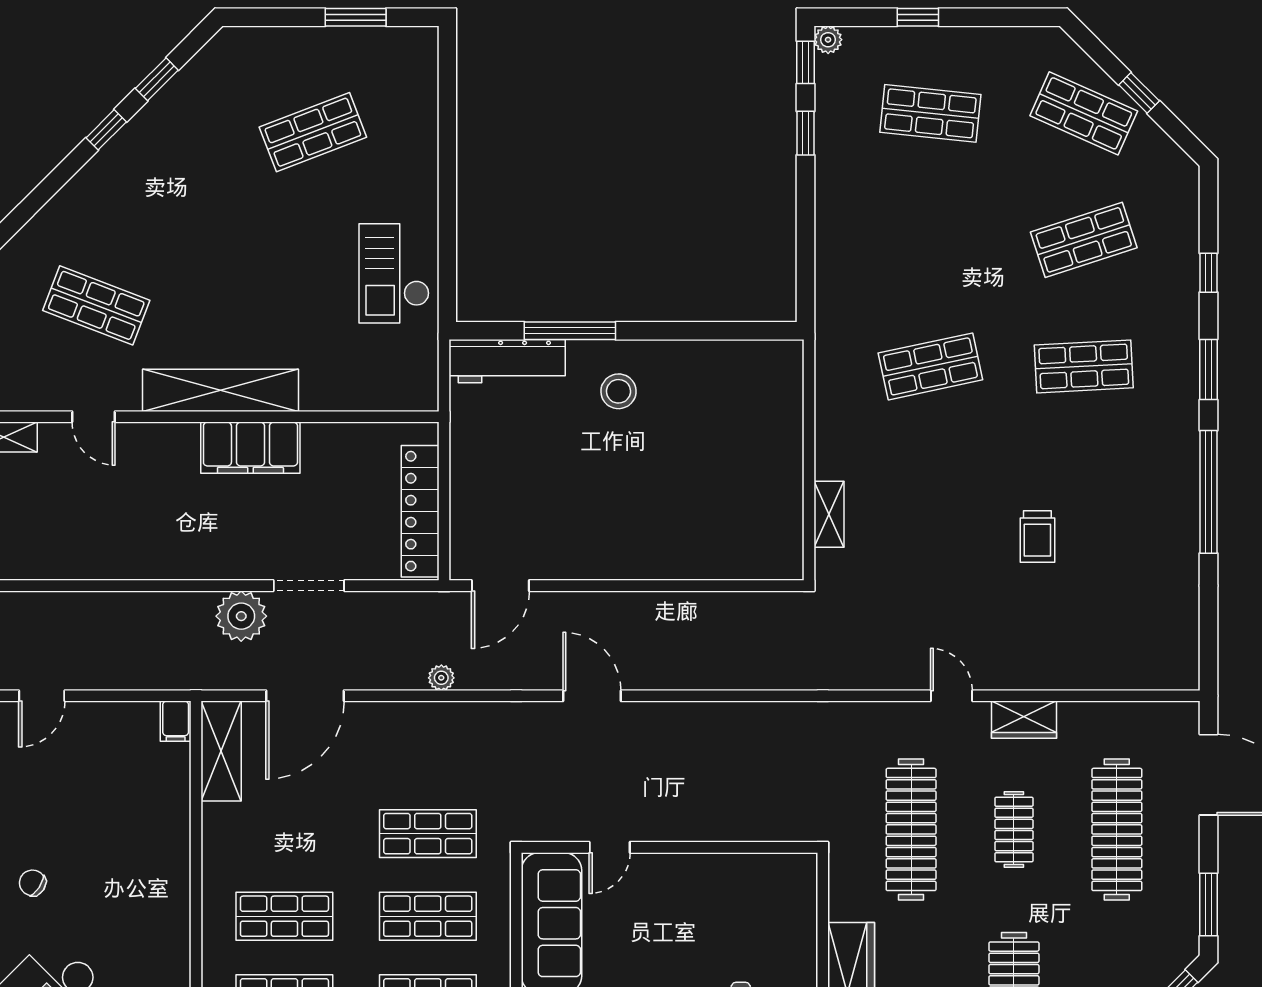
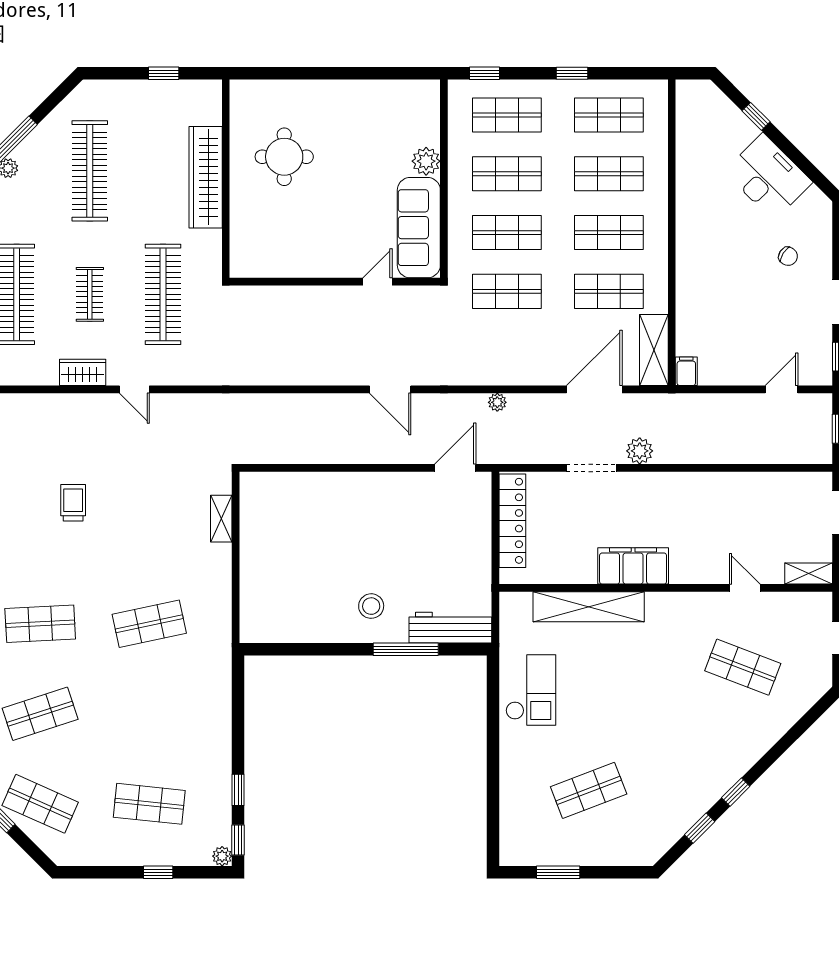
shelving: (221, 390) -> (589, 607), moved
plant: (241, 616) -> (640, 451), width x0.73, depth x0.73
shop shelf: (284, 834) -> (609, 291), added

